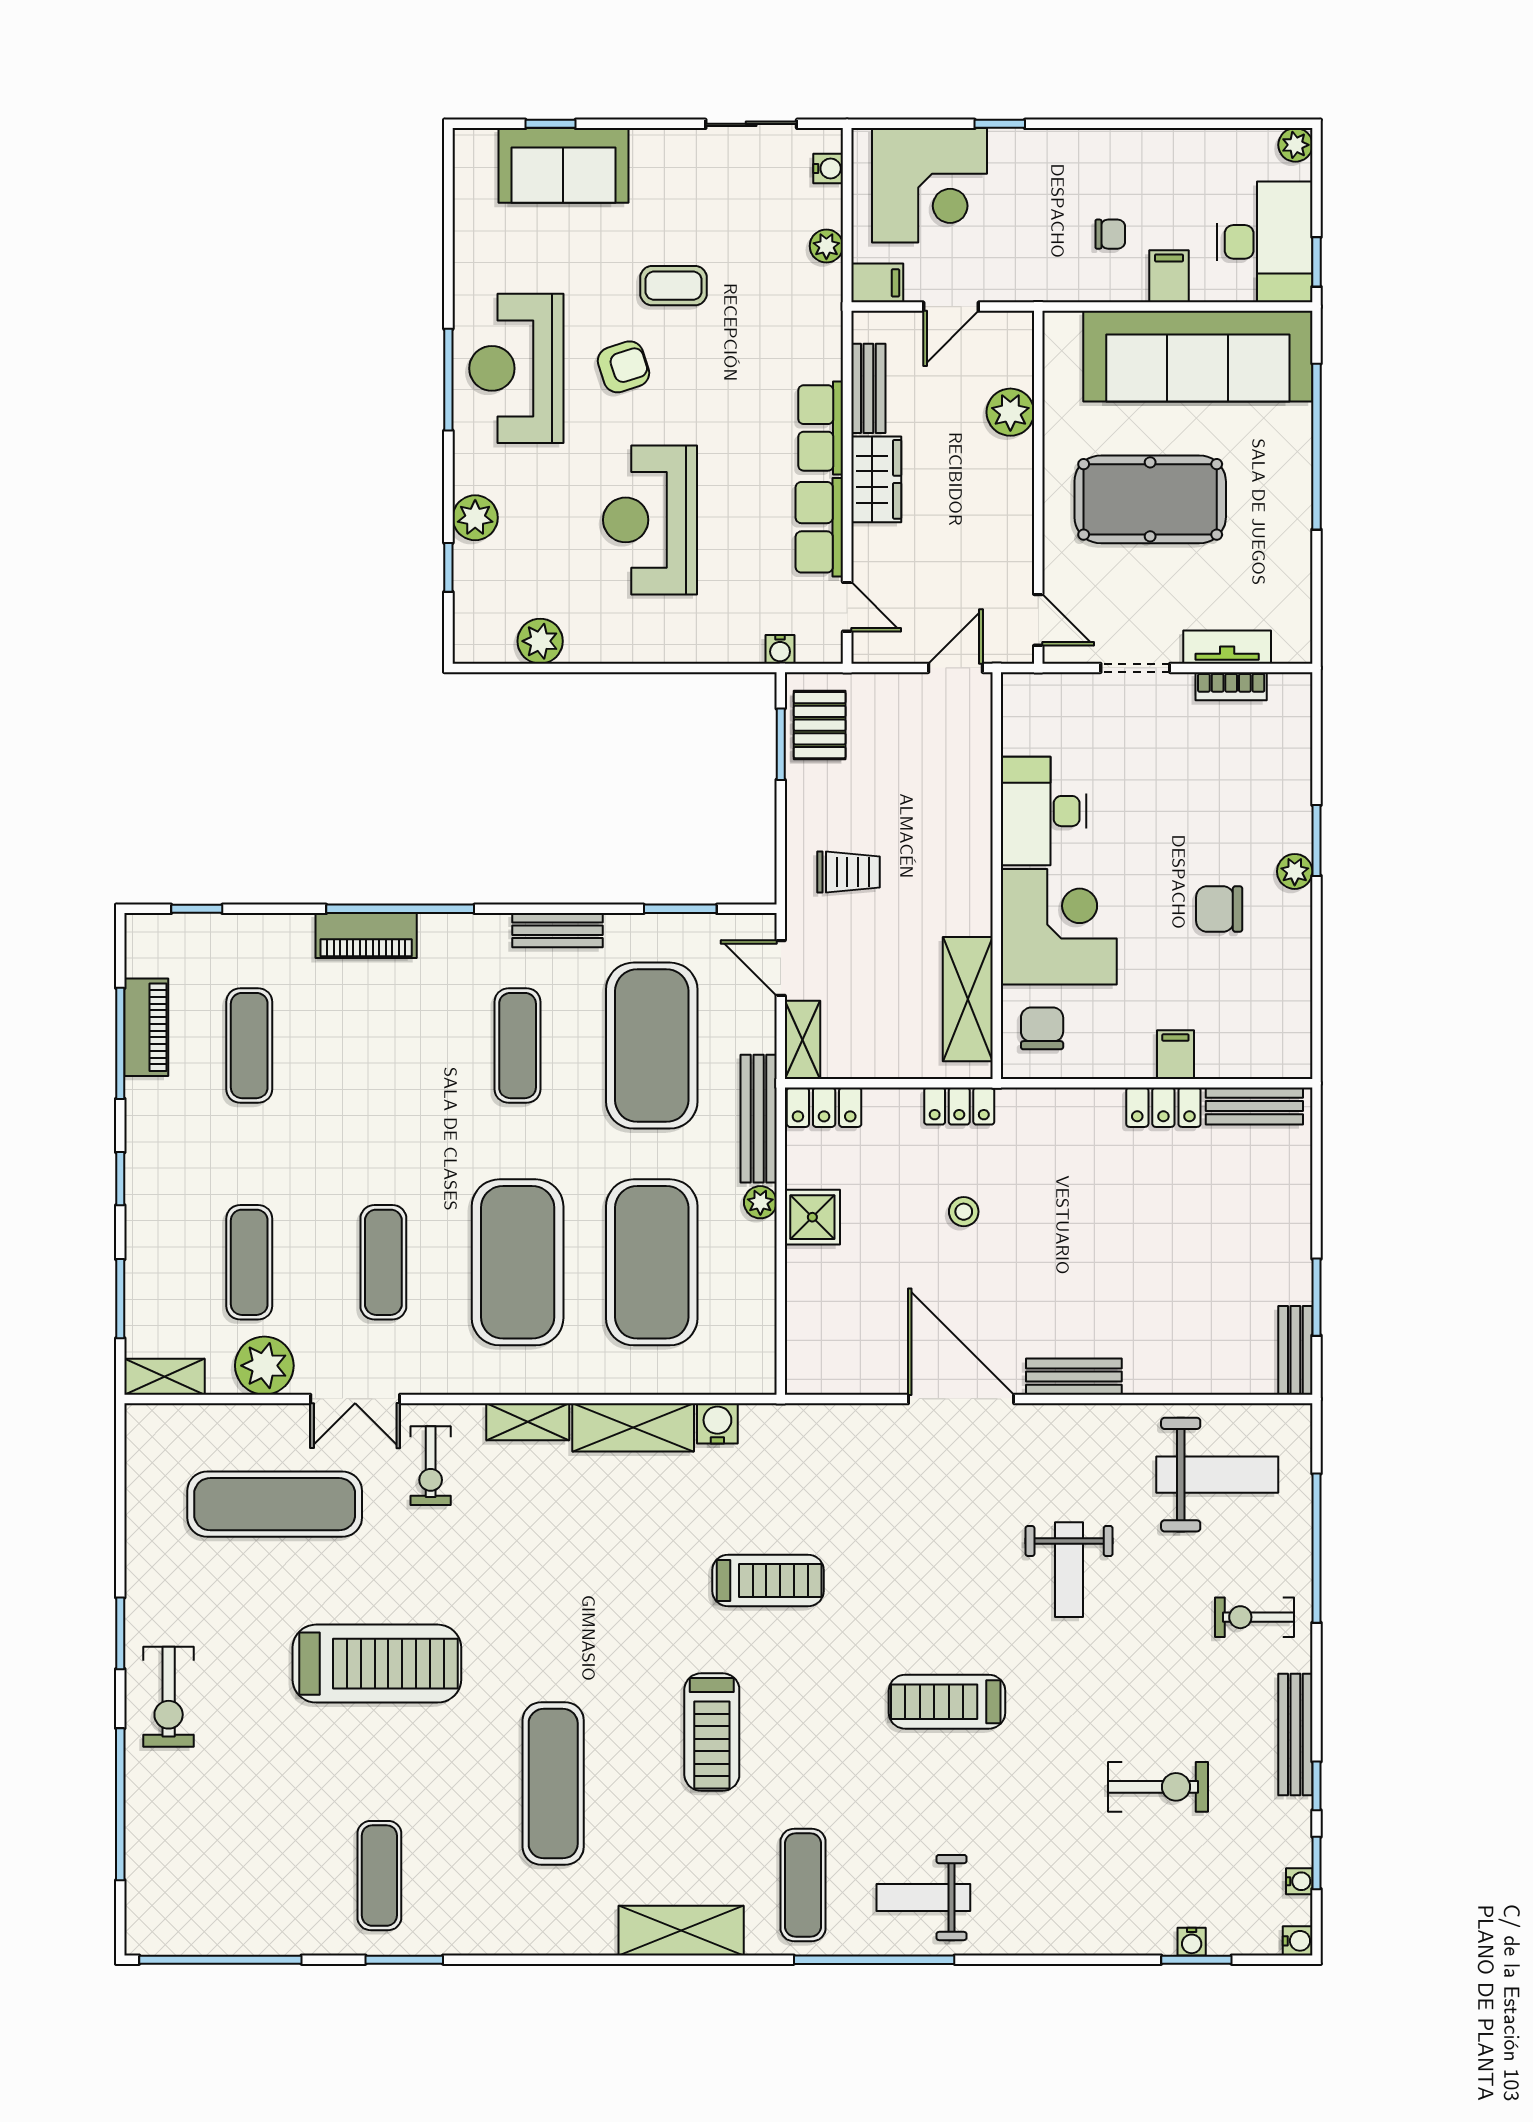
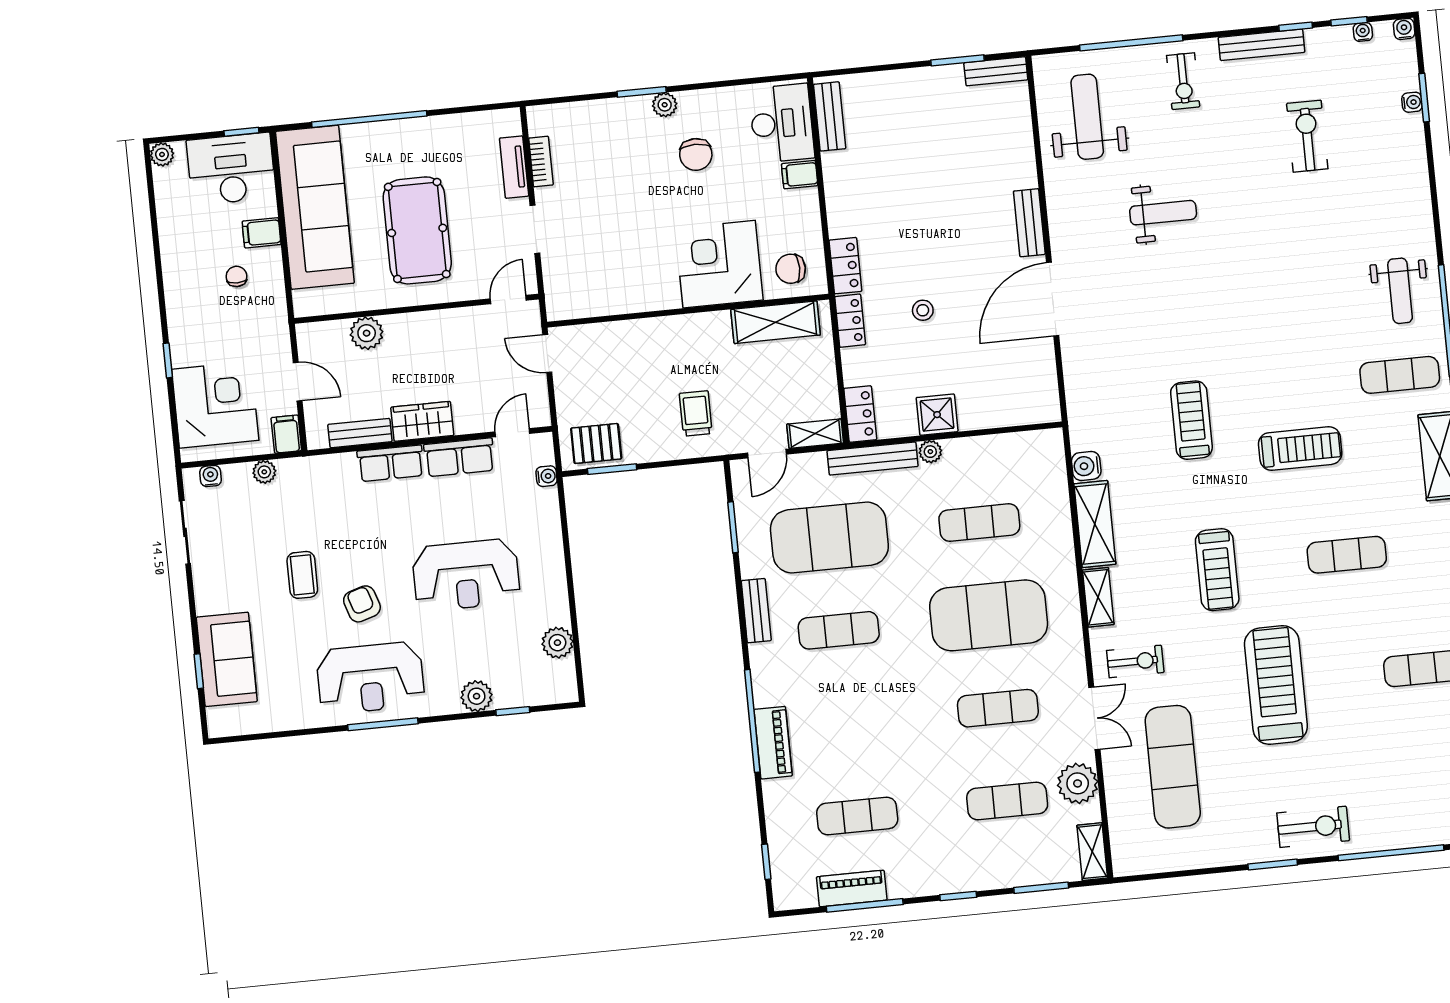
desk: (1044, 811) -> (782, 123), moved, turned -90
locker: (1163, 1107) -> (845, 266), moved
exercise mat: (652, 1262) -> (979, 523), width x0.50, depth x0.69
treadmill: (947, 1702) -> (1217, 570), moved
exercise mat: (553, 1784) -> (1347, 555), width x0.73, depth x0.69

